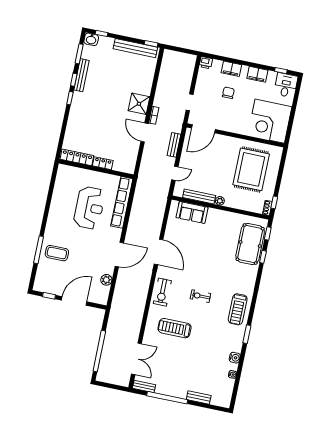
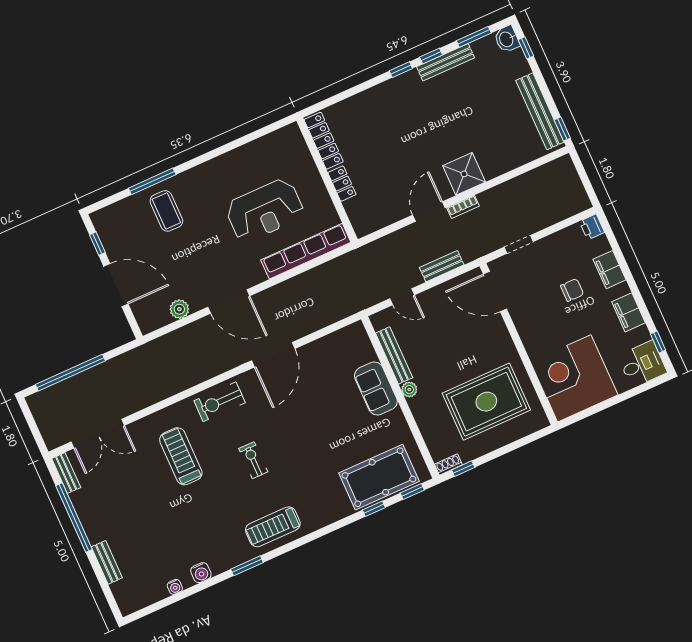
sofa: (192, 212) -> (376, 388), moved

